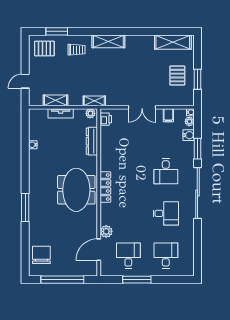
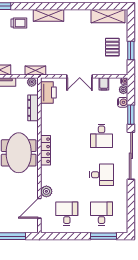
printer: (106, 119) -> (48, 93), width x1.87, depth x1.48
window: (137, 280) -> (103, 236), moved

